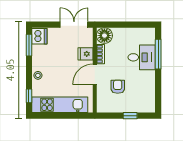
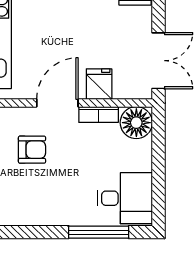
desk: (142, 57) -> (125, 198), moved, turned -90
door: (95, 74) -> (57, 103), hinge flipped

